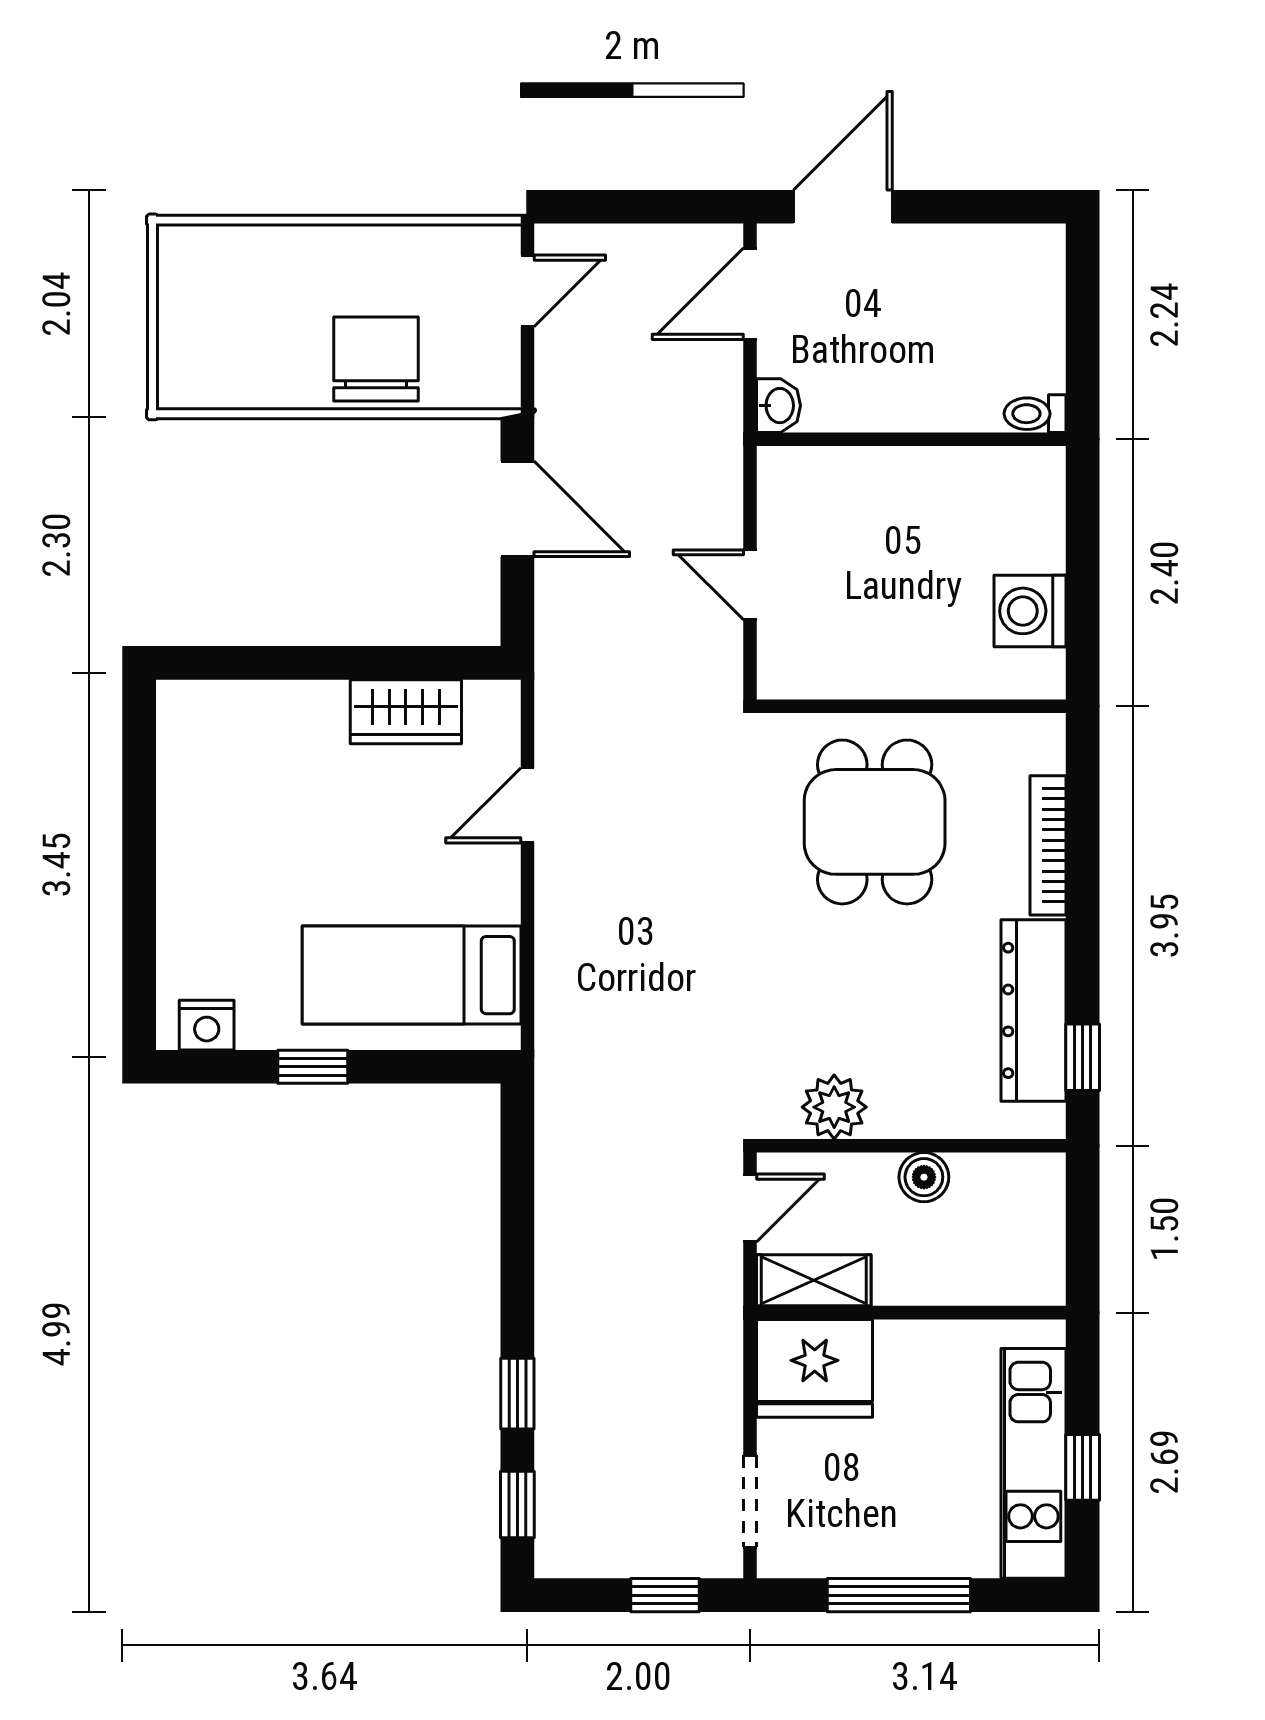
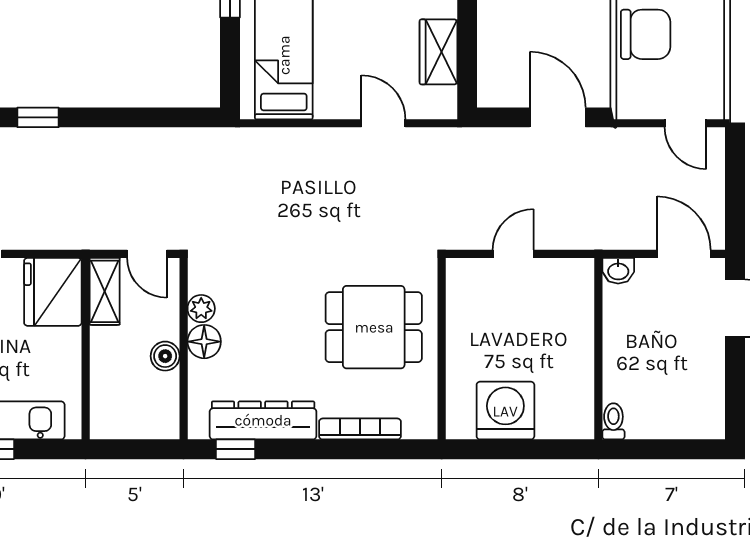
door: (517, 509) -> (558, 117), swing flipped
washing machine: (1030, 611) -> (505, 411), width x1.37, depth x1.37
plant: (834, 1107) -> (201, 309), width x0.73, depth x0.73
floor lamp: (899, 1111) -> (204, 342), added

